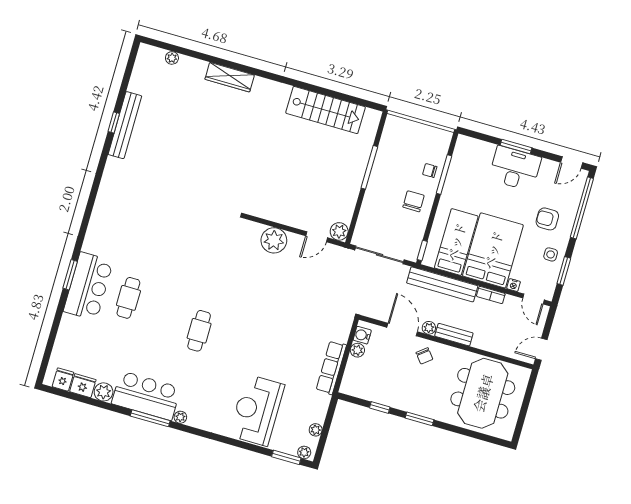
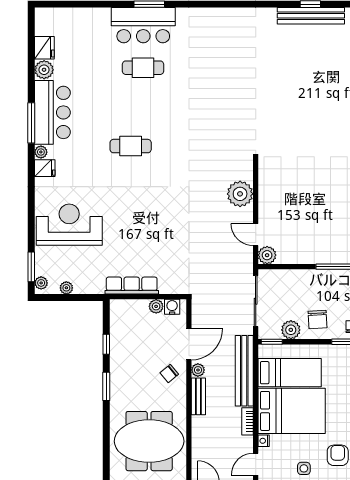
chair: (414, 201) -> (317, 319), turned 87
plant: (416, 229) -> (291, 330), added
fridge: (63, 380) -> (45, 168), moved

